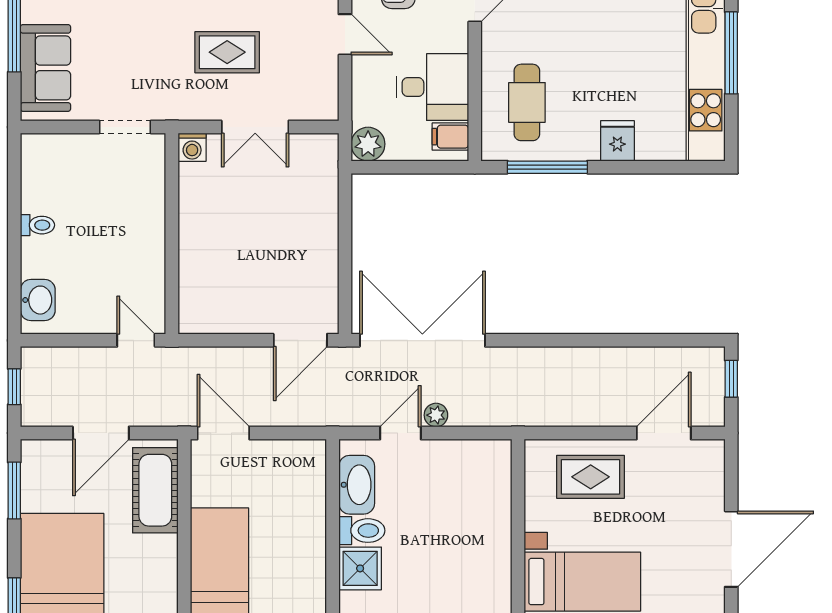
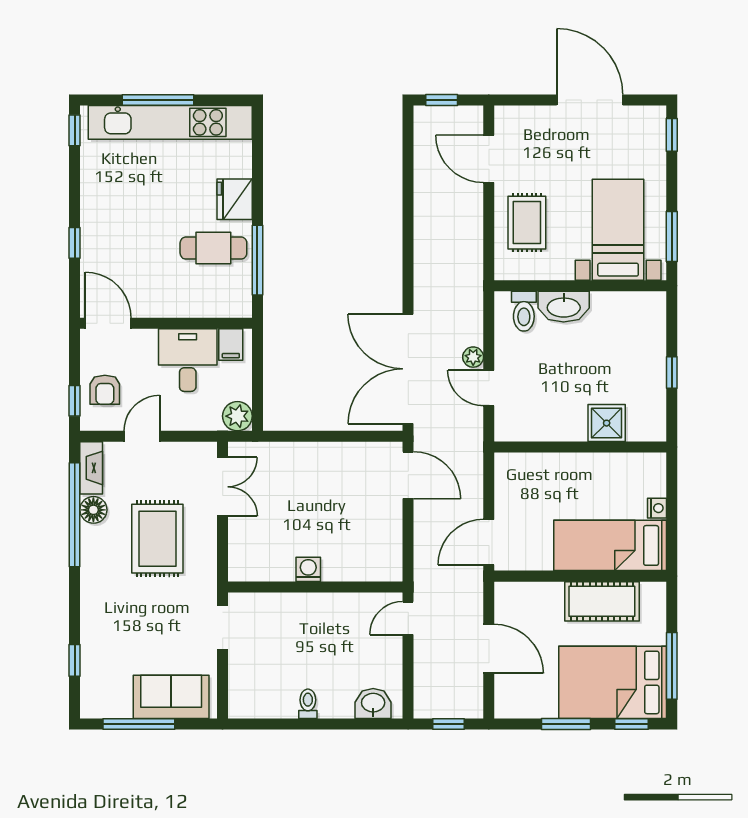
rug: (227, 52) -> (157, 539), width x1.36, depth x1.43
cafe table: (527, 102) -> (213, 248), moved
double door: (255, 127) -> (223, 487), moved
fridge: (617, 141) -> (235, 199), width x1.38
washing machine: (192, 147) -> (308, 569), moved, turned -90
washbasin: (357, 485) -> (564, 307), moved, turned 180
window: (14, 490) -> (566, 724), moved
cot: (155, 490) -> (602, 601), moved
toilet: (362, 531) -> (524, 311), moved, turned 180

